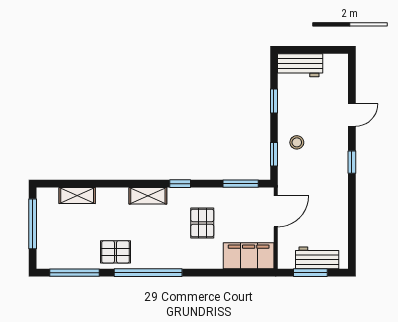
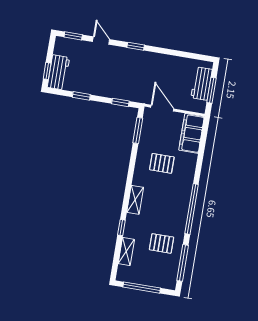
window: (299, 50) -> (47, 71), added
window: (352, 77) -> (73, 36), added
stool: (297, 142) -> (114, 84), removed
window: (180, 184) -> (121, 228), moved
pallet: (115, 252) -> (161, 243), moved, turned 90

